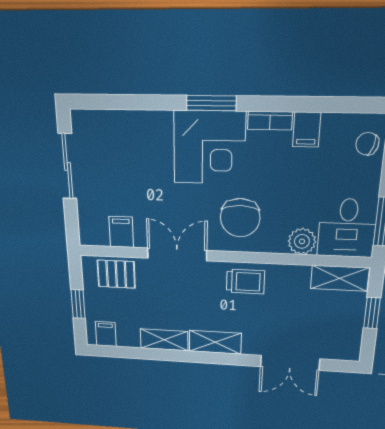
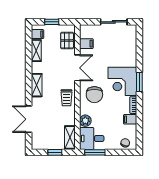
chair: (240, 218) -> (94, 95), turned -90
shelving: (164, 340) -> (36, 51), moved

